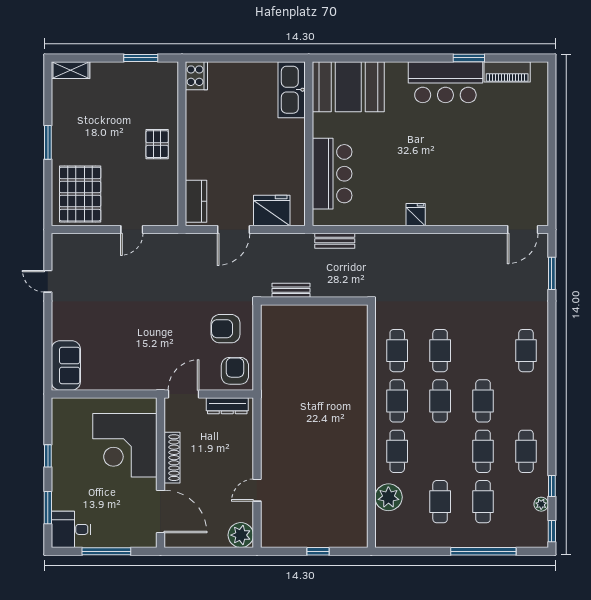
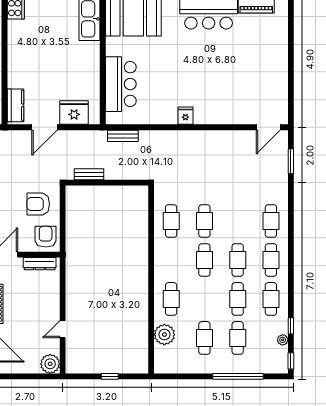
cafe table: (397, 401) -> (271, 260), moved

